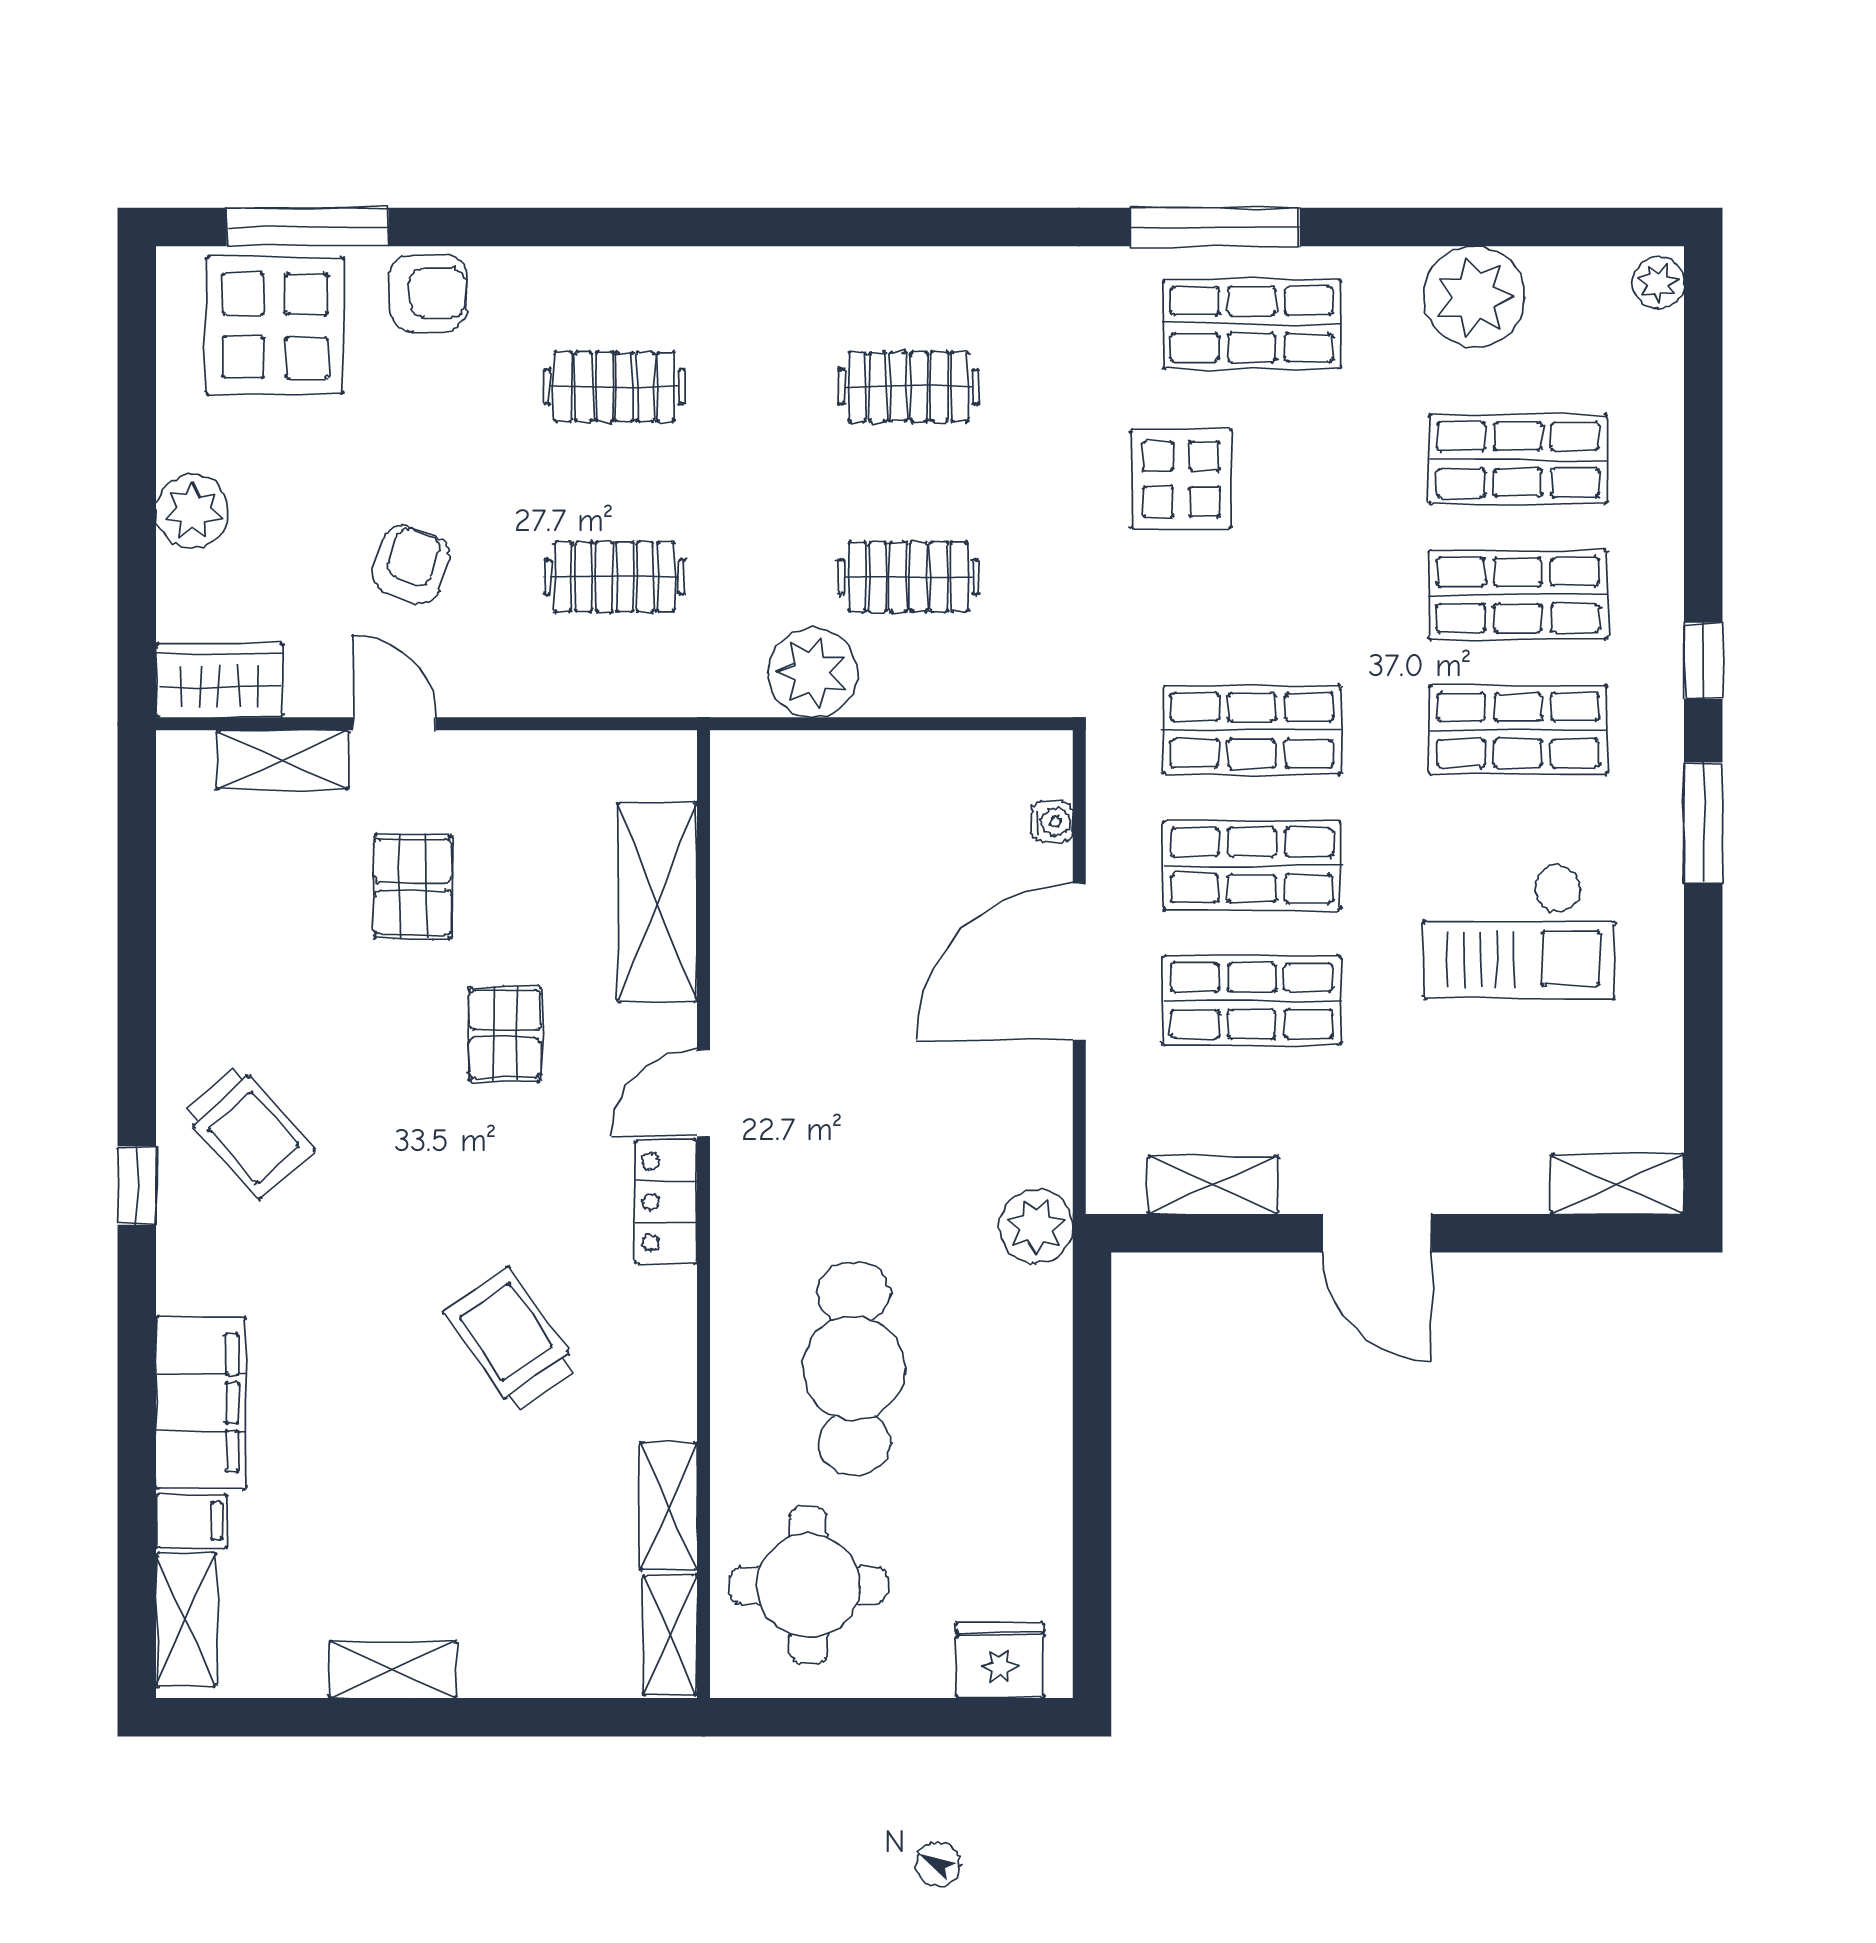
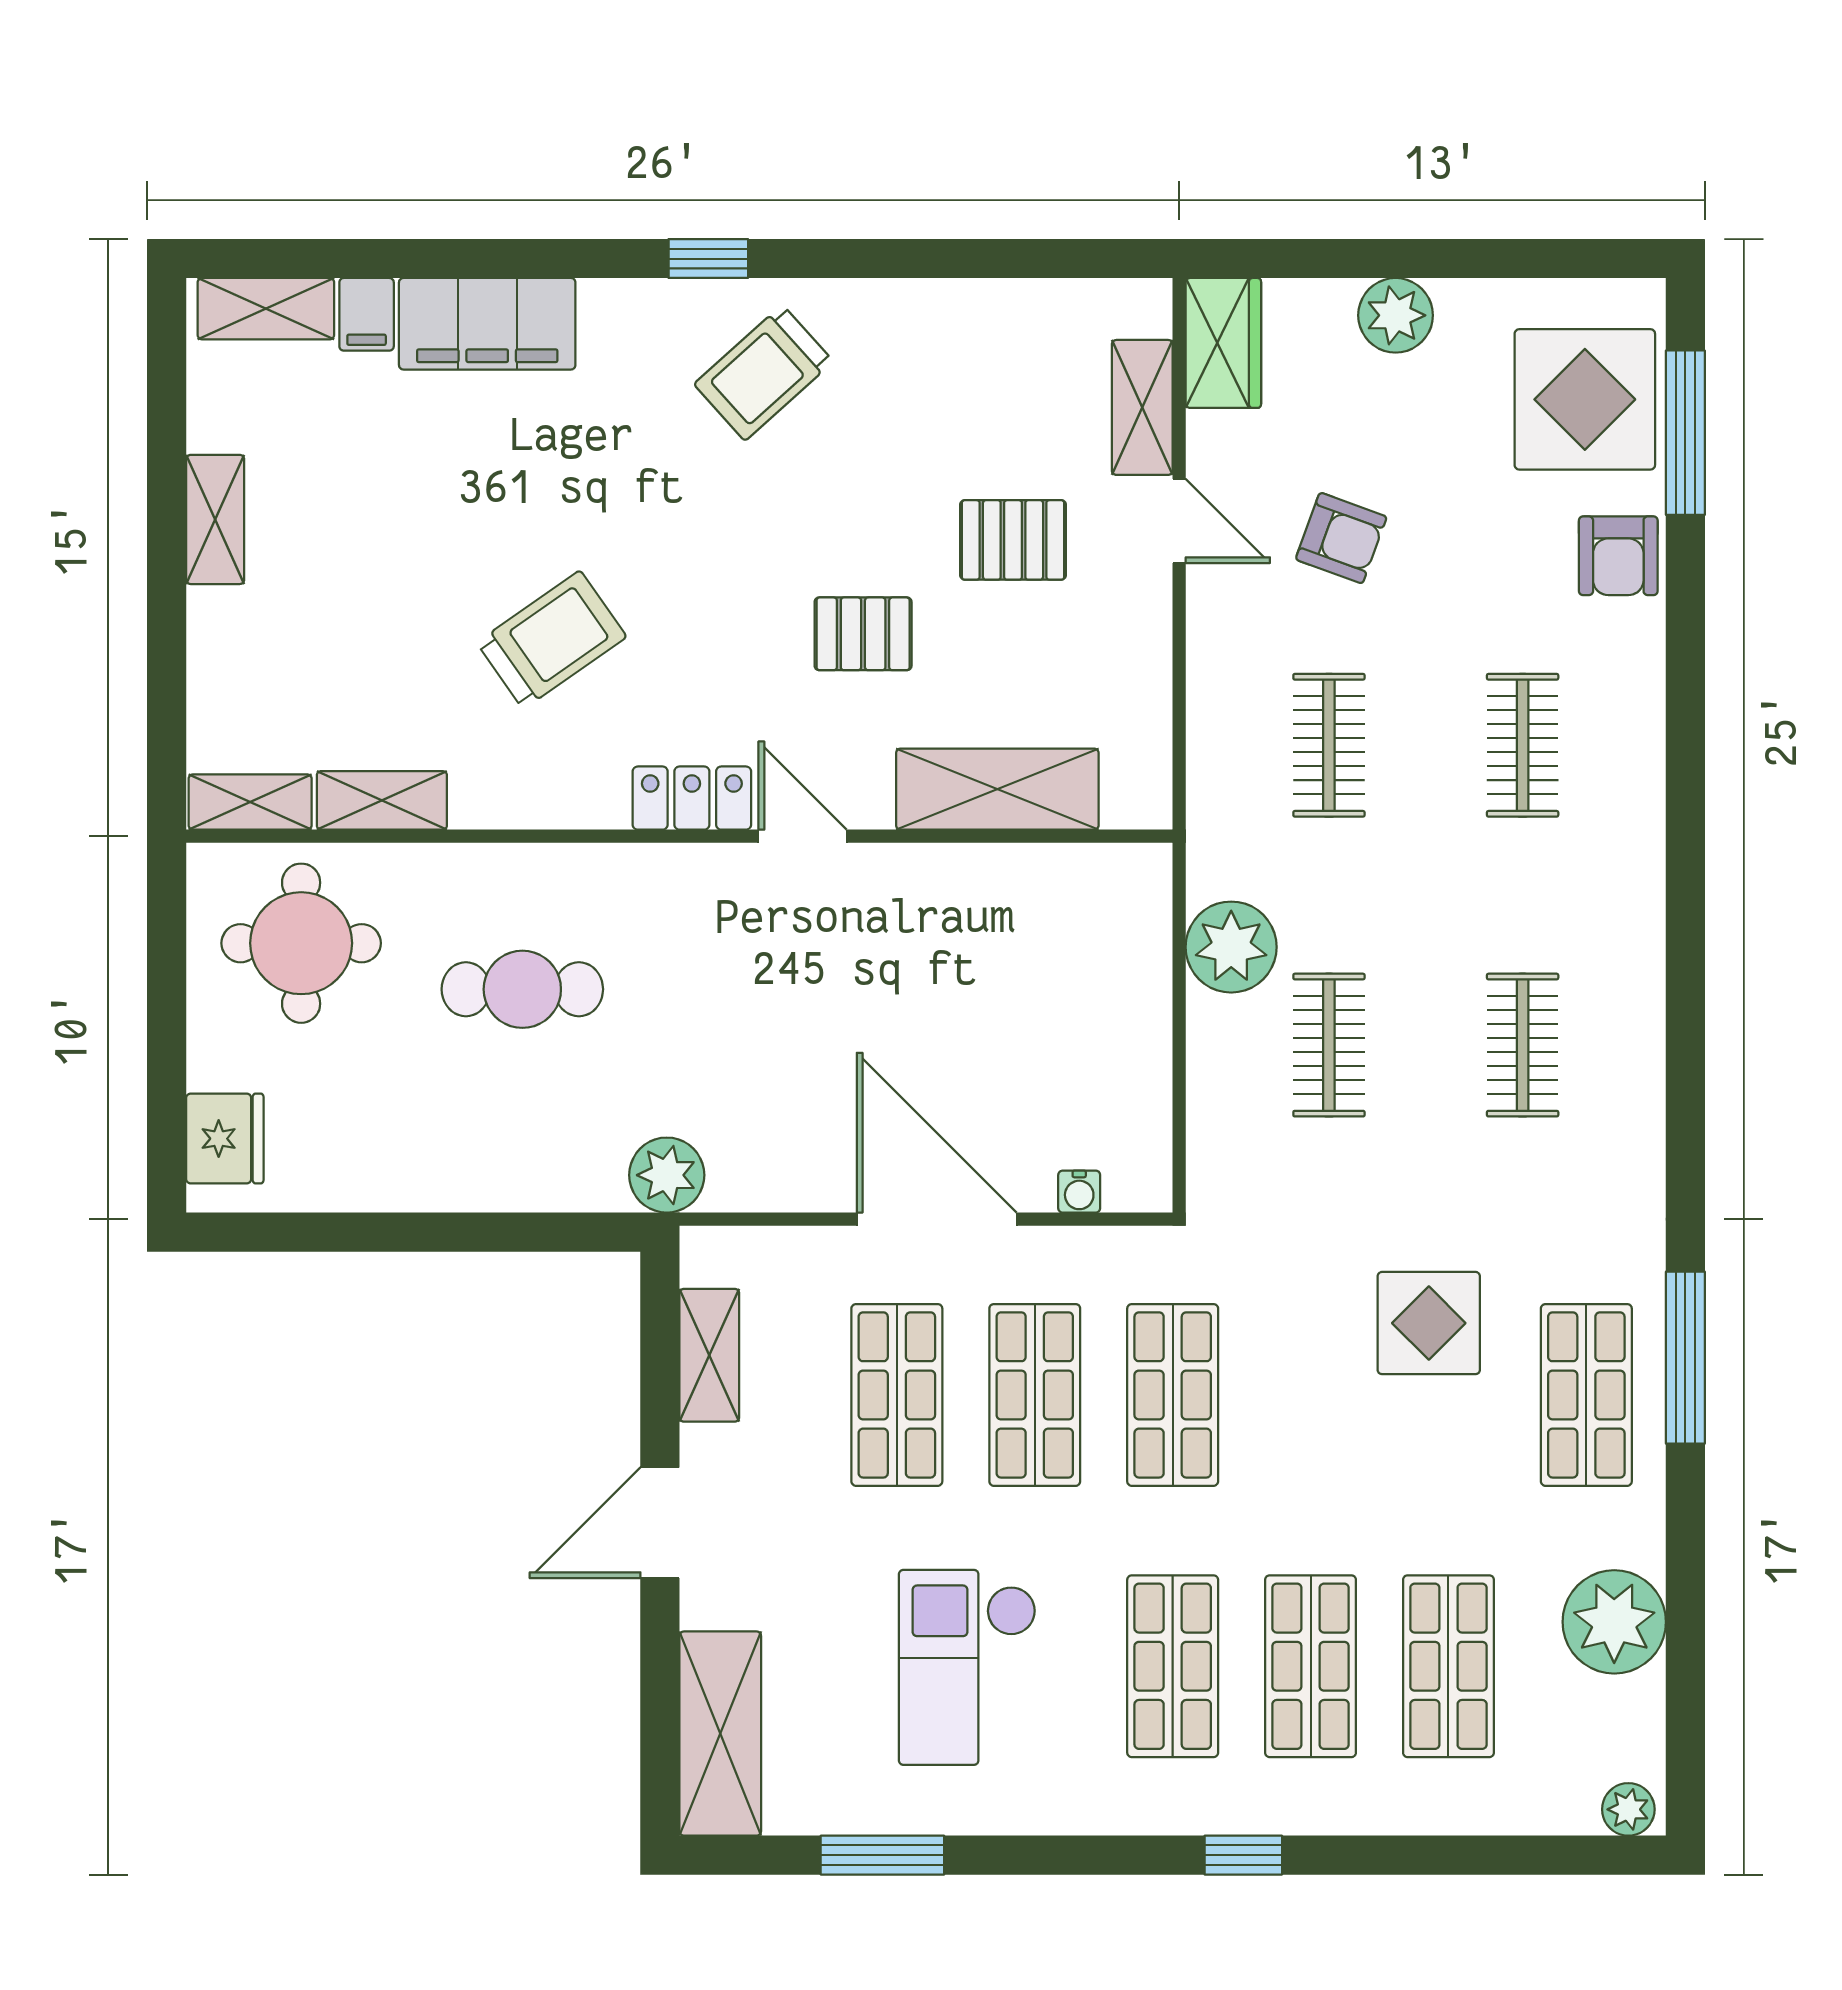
door: (394, 724) -> (1179, 521), hinge flipped
window: (1703, 823) -> (882, 1855), moved
shelving: (1617, 1184) -> (720, 1734), width x1.50, depth x1.33
cafe table: (854, 1368) -> (522, 989), width x0.73, depth x0.74

